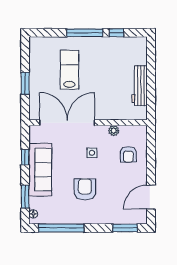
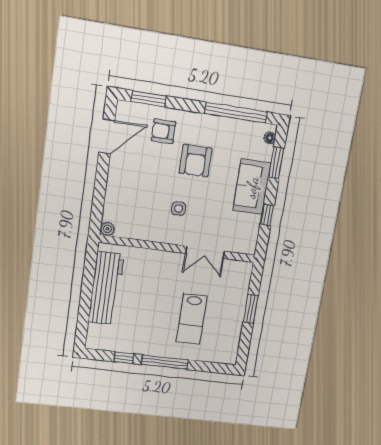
workbench: (140, 86) -> (106, 288), width x1.36, depth x1.32
double door: (67, 123) -> (205, 252), width x0.54
plant: (114, 131) -> (107, 229), moved
armchair: (128, 154) -> (164, 131), moved, turned -90
sofa: (40, 170) -> (252, 187), width x0.73

